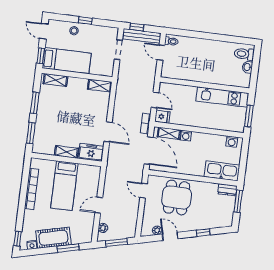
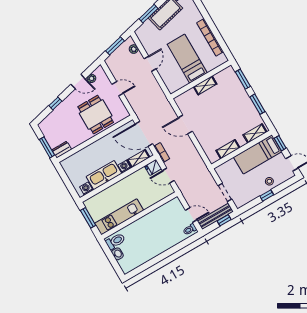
toilet: (244, 54) -> (115, 241), moved
shelving: (100, 86) -> (228, 149), moved
freezer: (91, 152) -> (186, 99), removed
kitchen sink: (222, 171) -> (104, 175), moved, turned 180
door: (144, 191) -> (118, 89), moved

